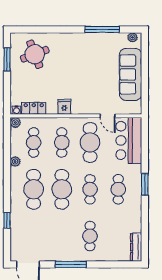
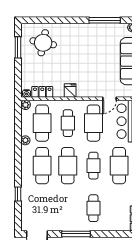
round table: (35, 54) -> (43, 43), turned 32
door: (108, 116) -> (109, 99), hinge flipped
cafe table: (34, 142) -> (42, 123), width x1.37, depth x1.35
cafe table: (118, 189) -> (119, 166), width x1.37, depth x1.35

